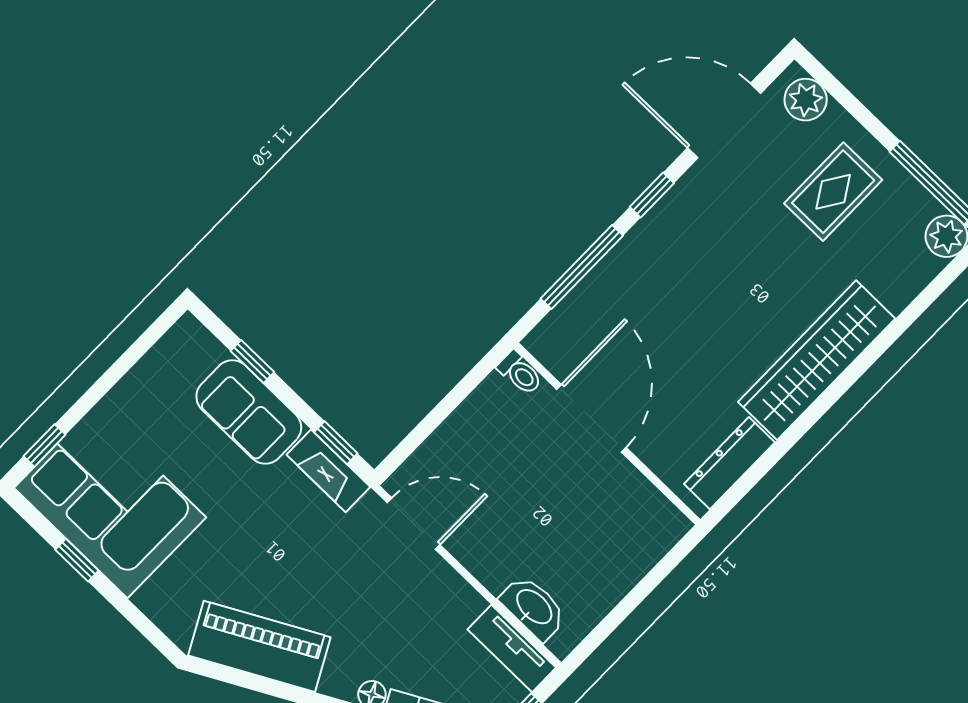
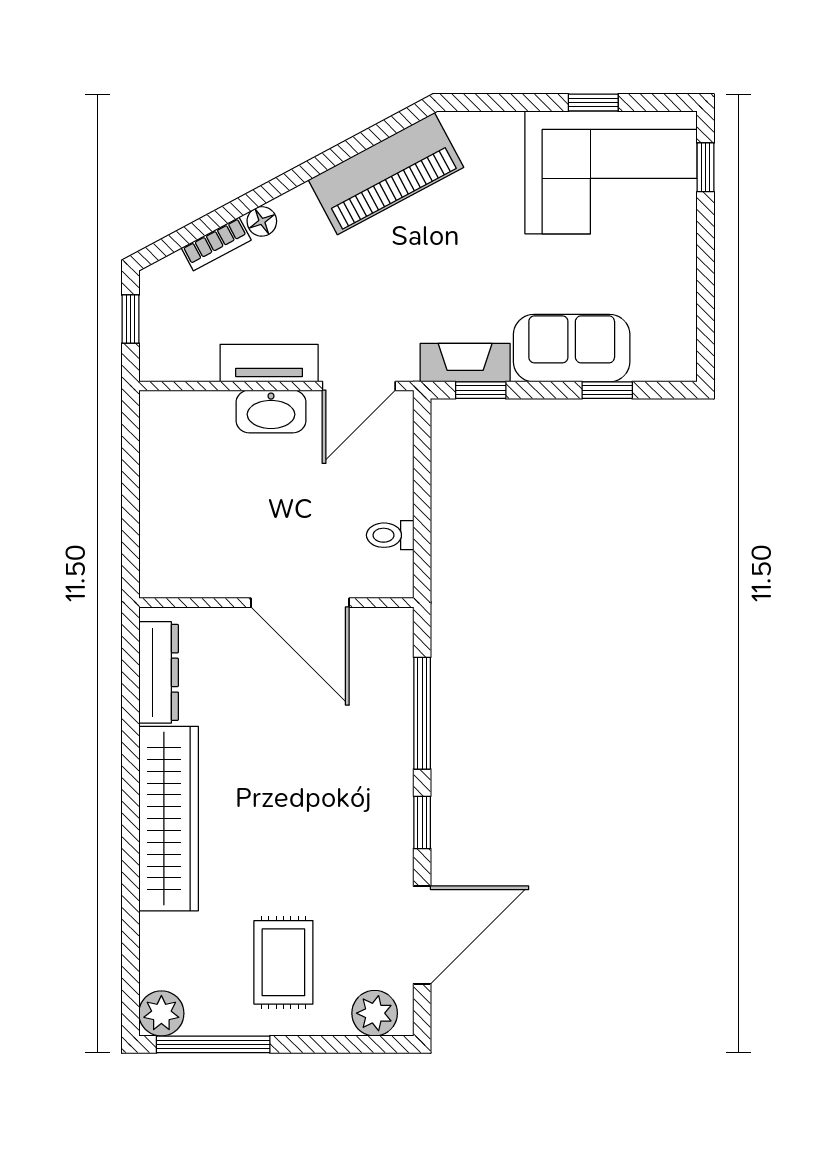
toilet: (520, 373) -> (390, 535), moved
washbasin: (533, 608) -> (271, 411), moved
tv unit: (512, 648) -> (269, 363), moved

